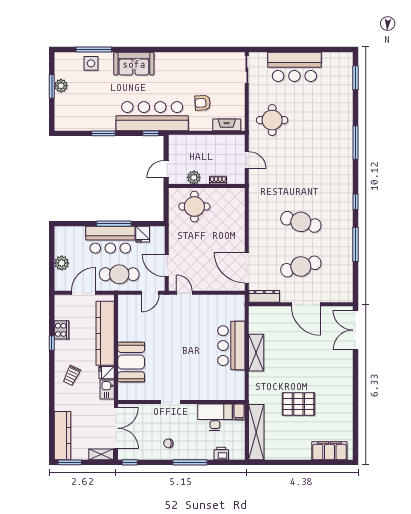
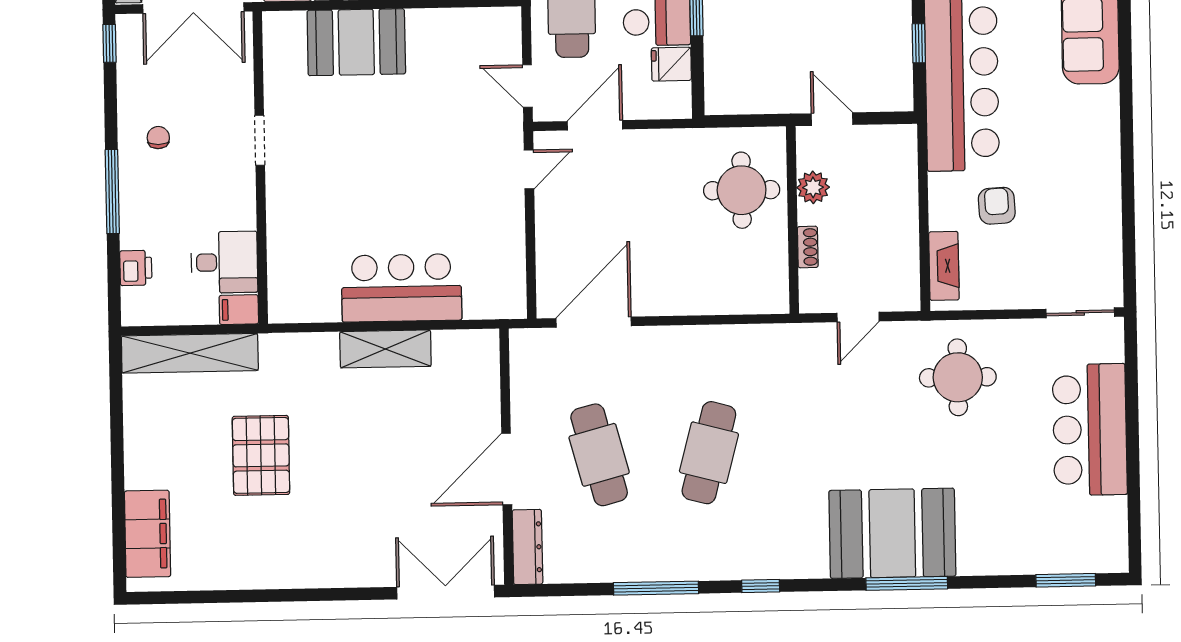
window: (151, 133) -> (919, 43), moved
booth: (335, 148) -> (892, 533), added
dresser: (264, 296) -> (527, 547), moved
desk: (215, 417) -> (224, 262), width x0.73

